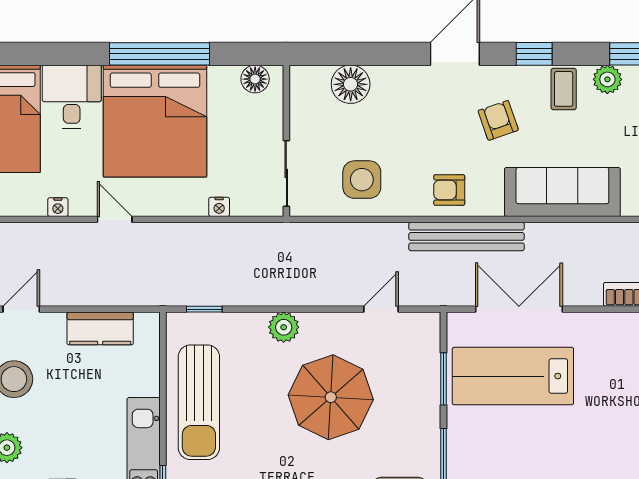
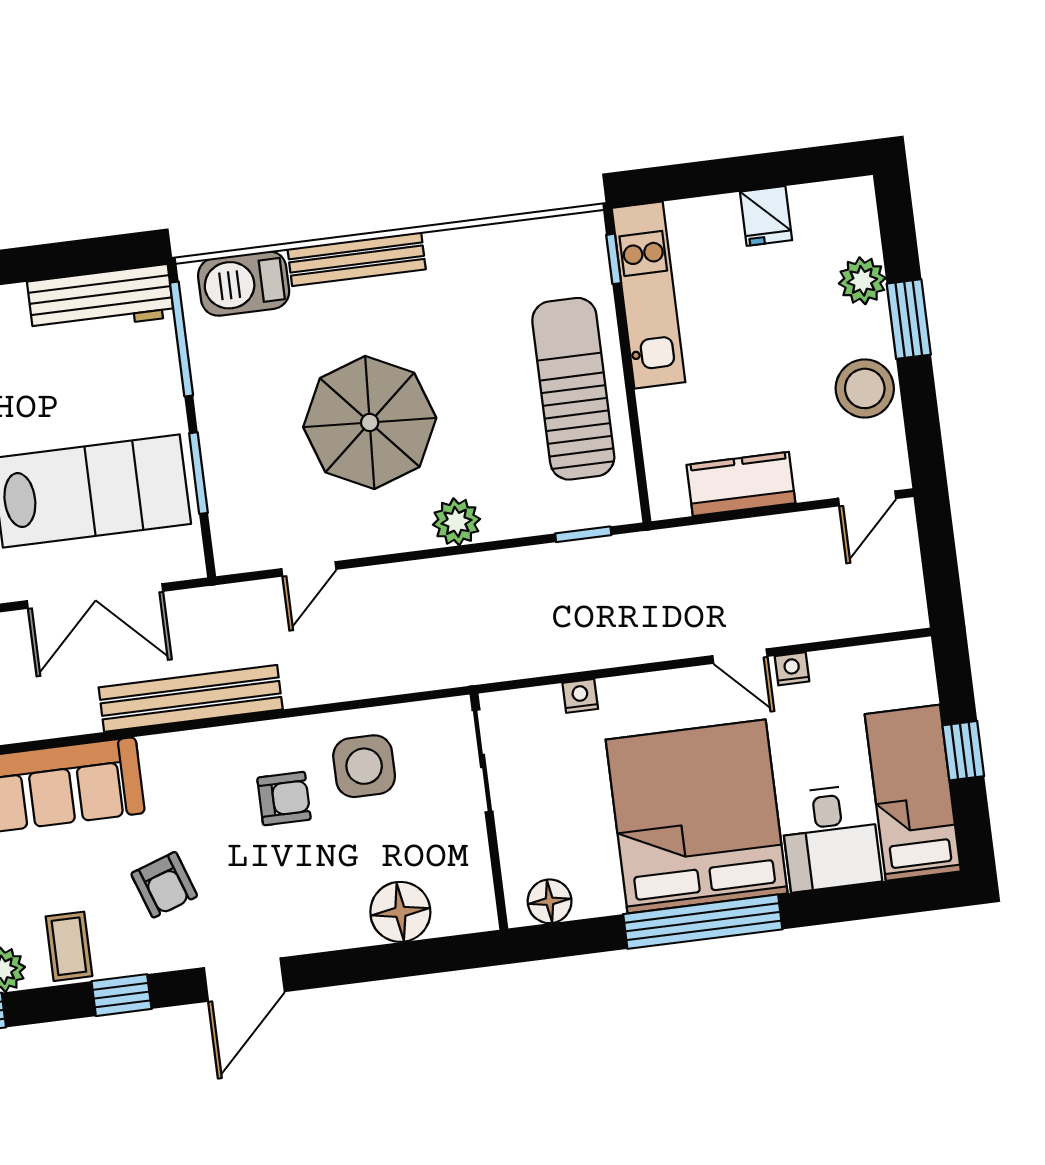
armchair: (449, 190) -> (284, 799), moved
nightstand: (58, 207) -> (792, 669), moved

